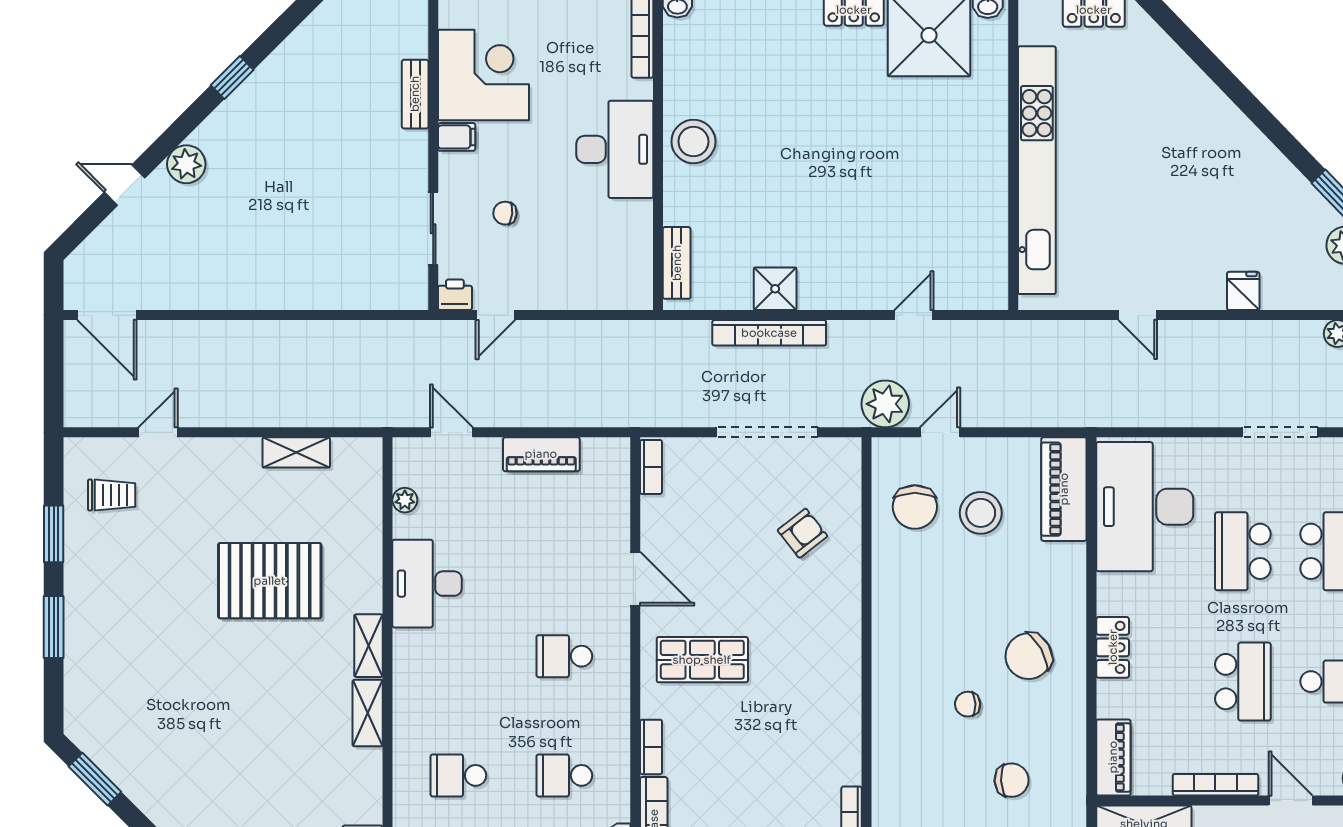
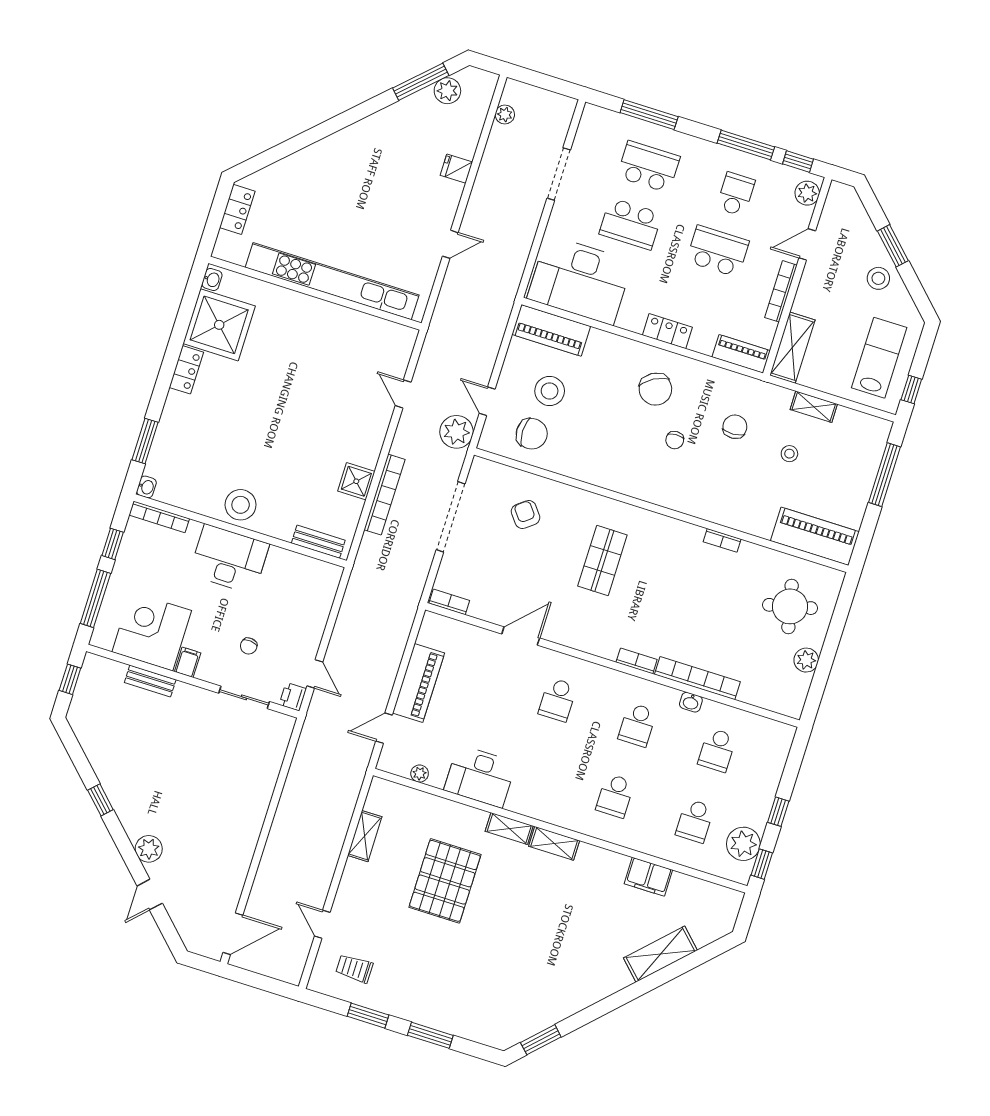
piano: (541, 454) -> (418, 683), width x1.37, depth x1.33
trolley: (112, 495) -> (354, 969), turned -90
shop shelf: (702, 660) -> (602, 560), moved

